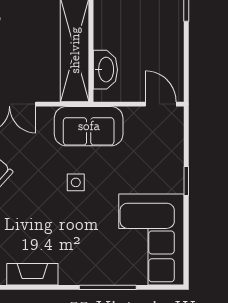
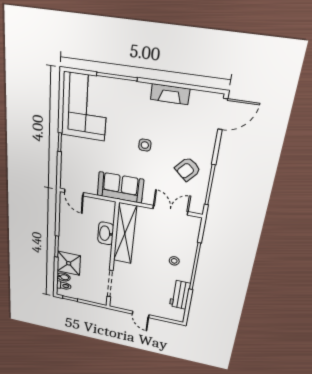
washbasin: (105, 70) -> (106, 233), moved
side table: (76, 182) -> (145, 145), moved

